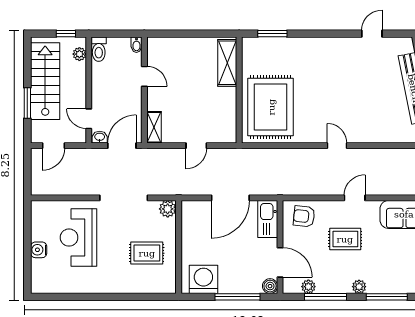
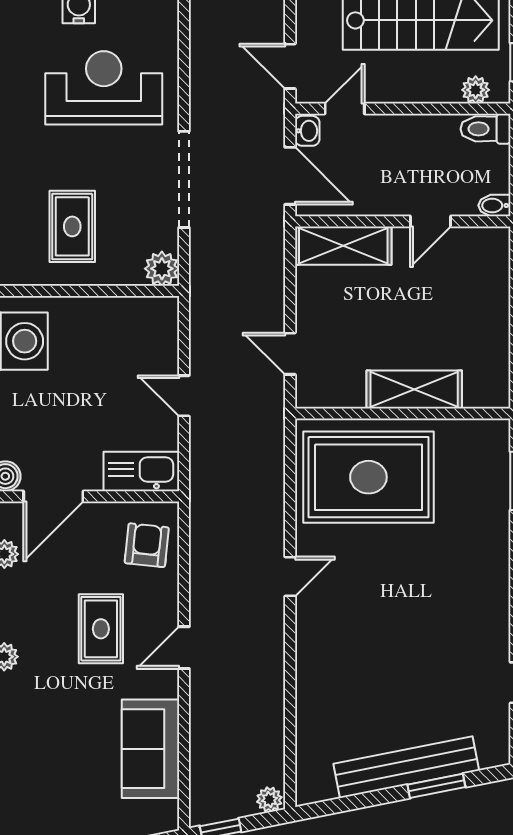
shelving: (227, 63) -> (414, 389), moved
shelving: (154, 127) -> (343, 246), width x1.50, depth x1.33
door: (54, 146) -> (290, 66), moved
door: (196, 146) -> (290, 354), moved
door: (337, 146) -> (290, 576), moved
door: (230, 198) -> (184, 396), width x0.53
door: (355, 198) -> (184, 648), swing flipped

